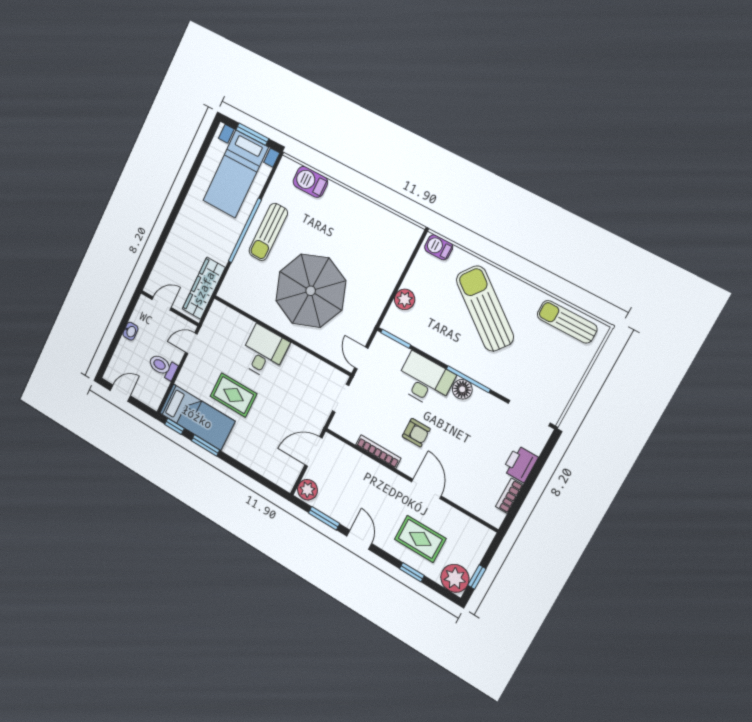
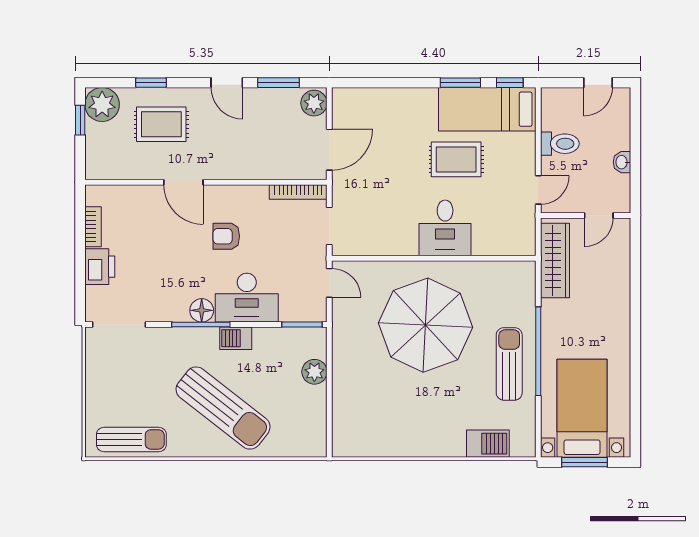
barbecue: (439, 247) -> (236, 338), moved, turned 180
bookcase: (378, 452) -> (298, 192), moved

